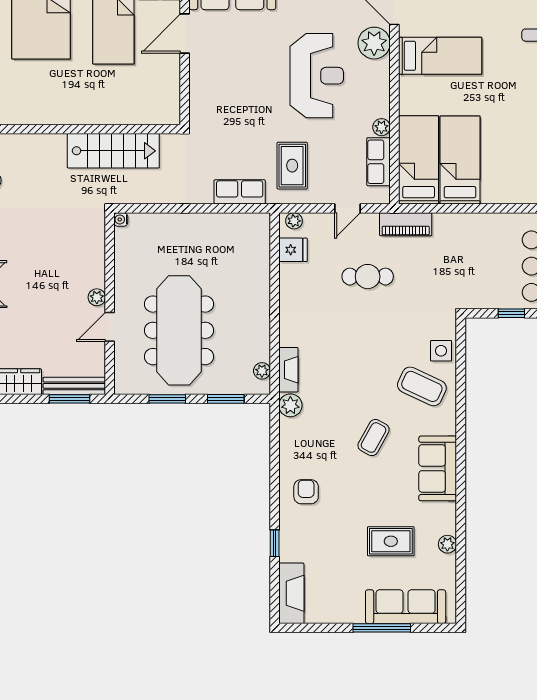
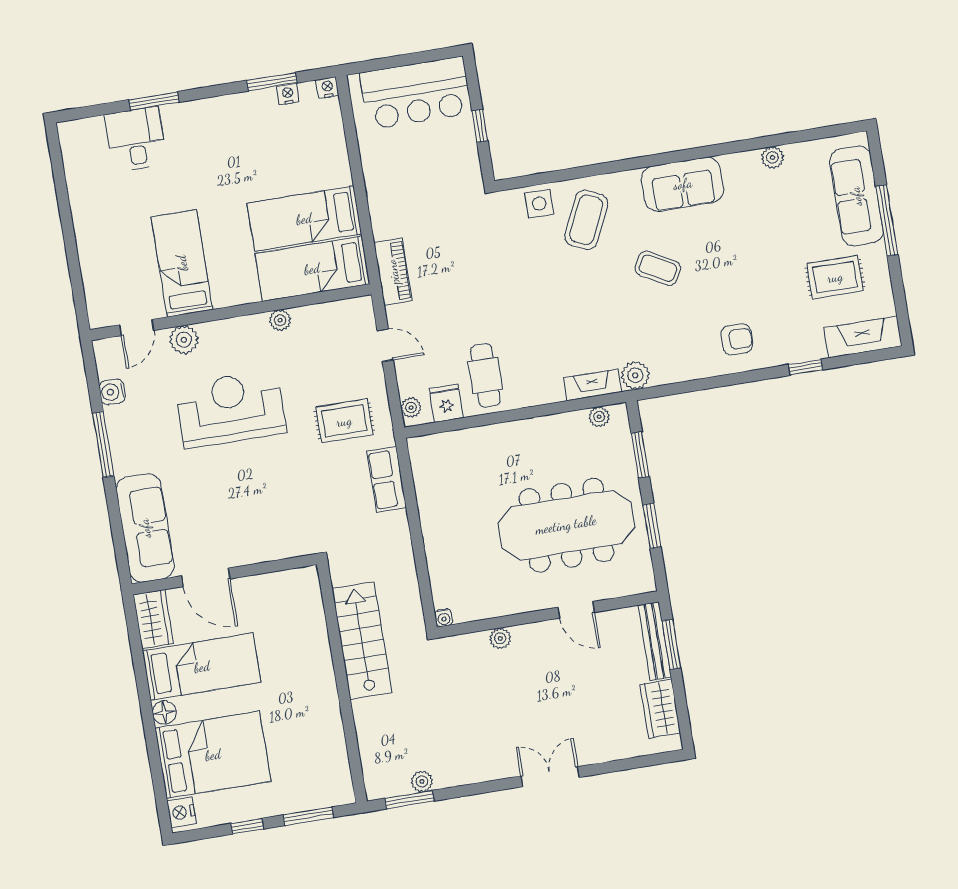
plant: (374, 43) -> (184, 340), width x0.73, depth x0.73
row of seats: (379, 162) -> (323, 317), removed
cafe table: (368, 277) -> (485, 375), moved
plant: (97, 297) -> (500, 638), moved
armchair: (306, 492) -> (737, 339), turned 180
rug: (391, 541) -> (835, 277), moved, turned 90

